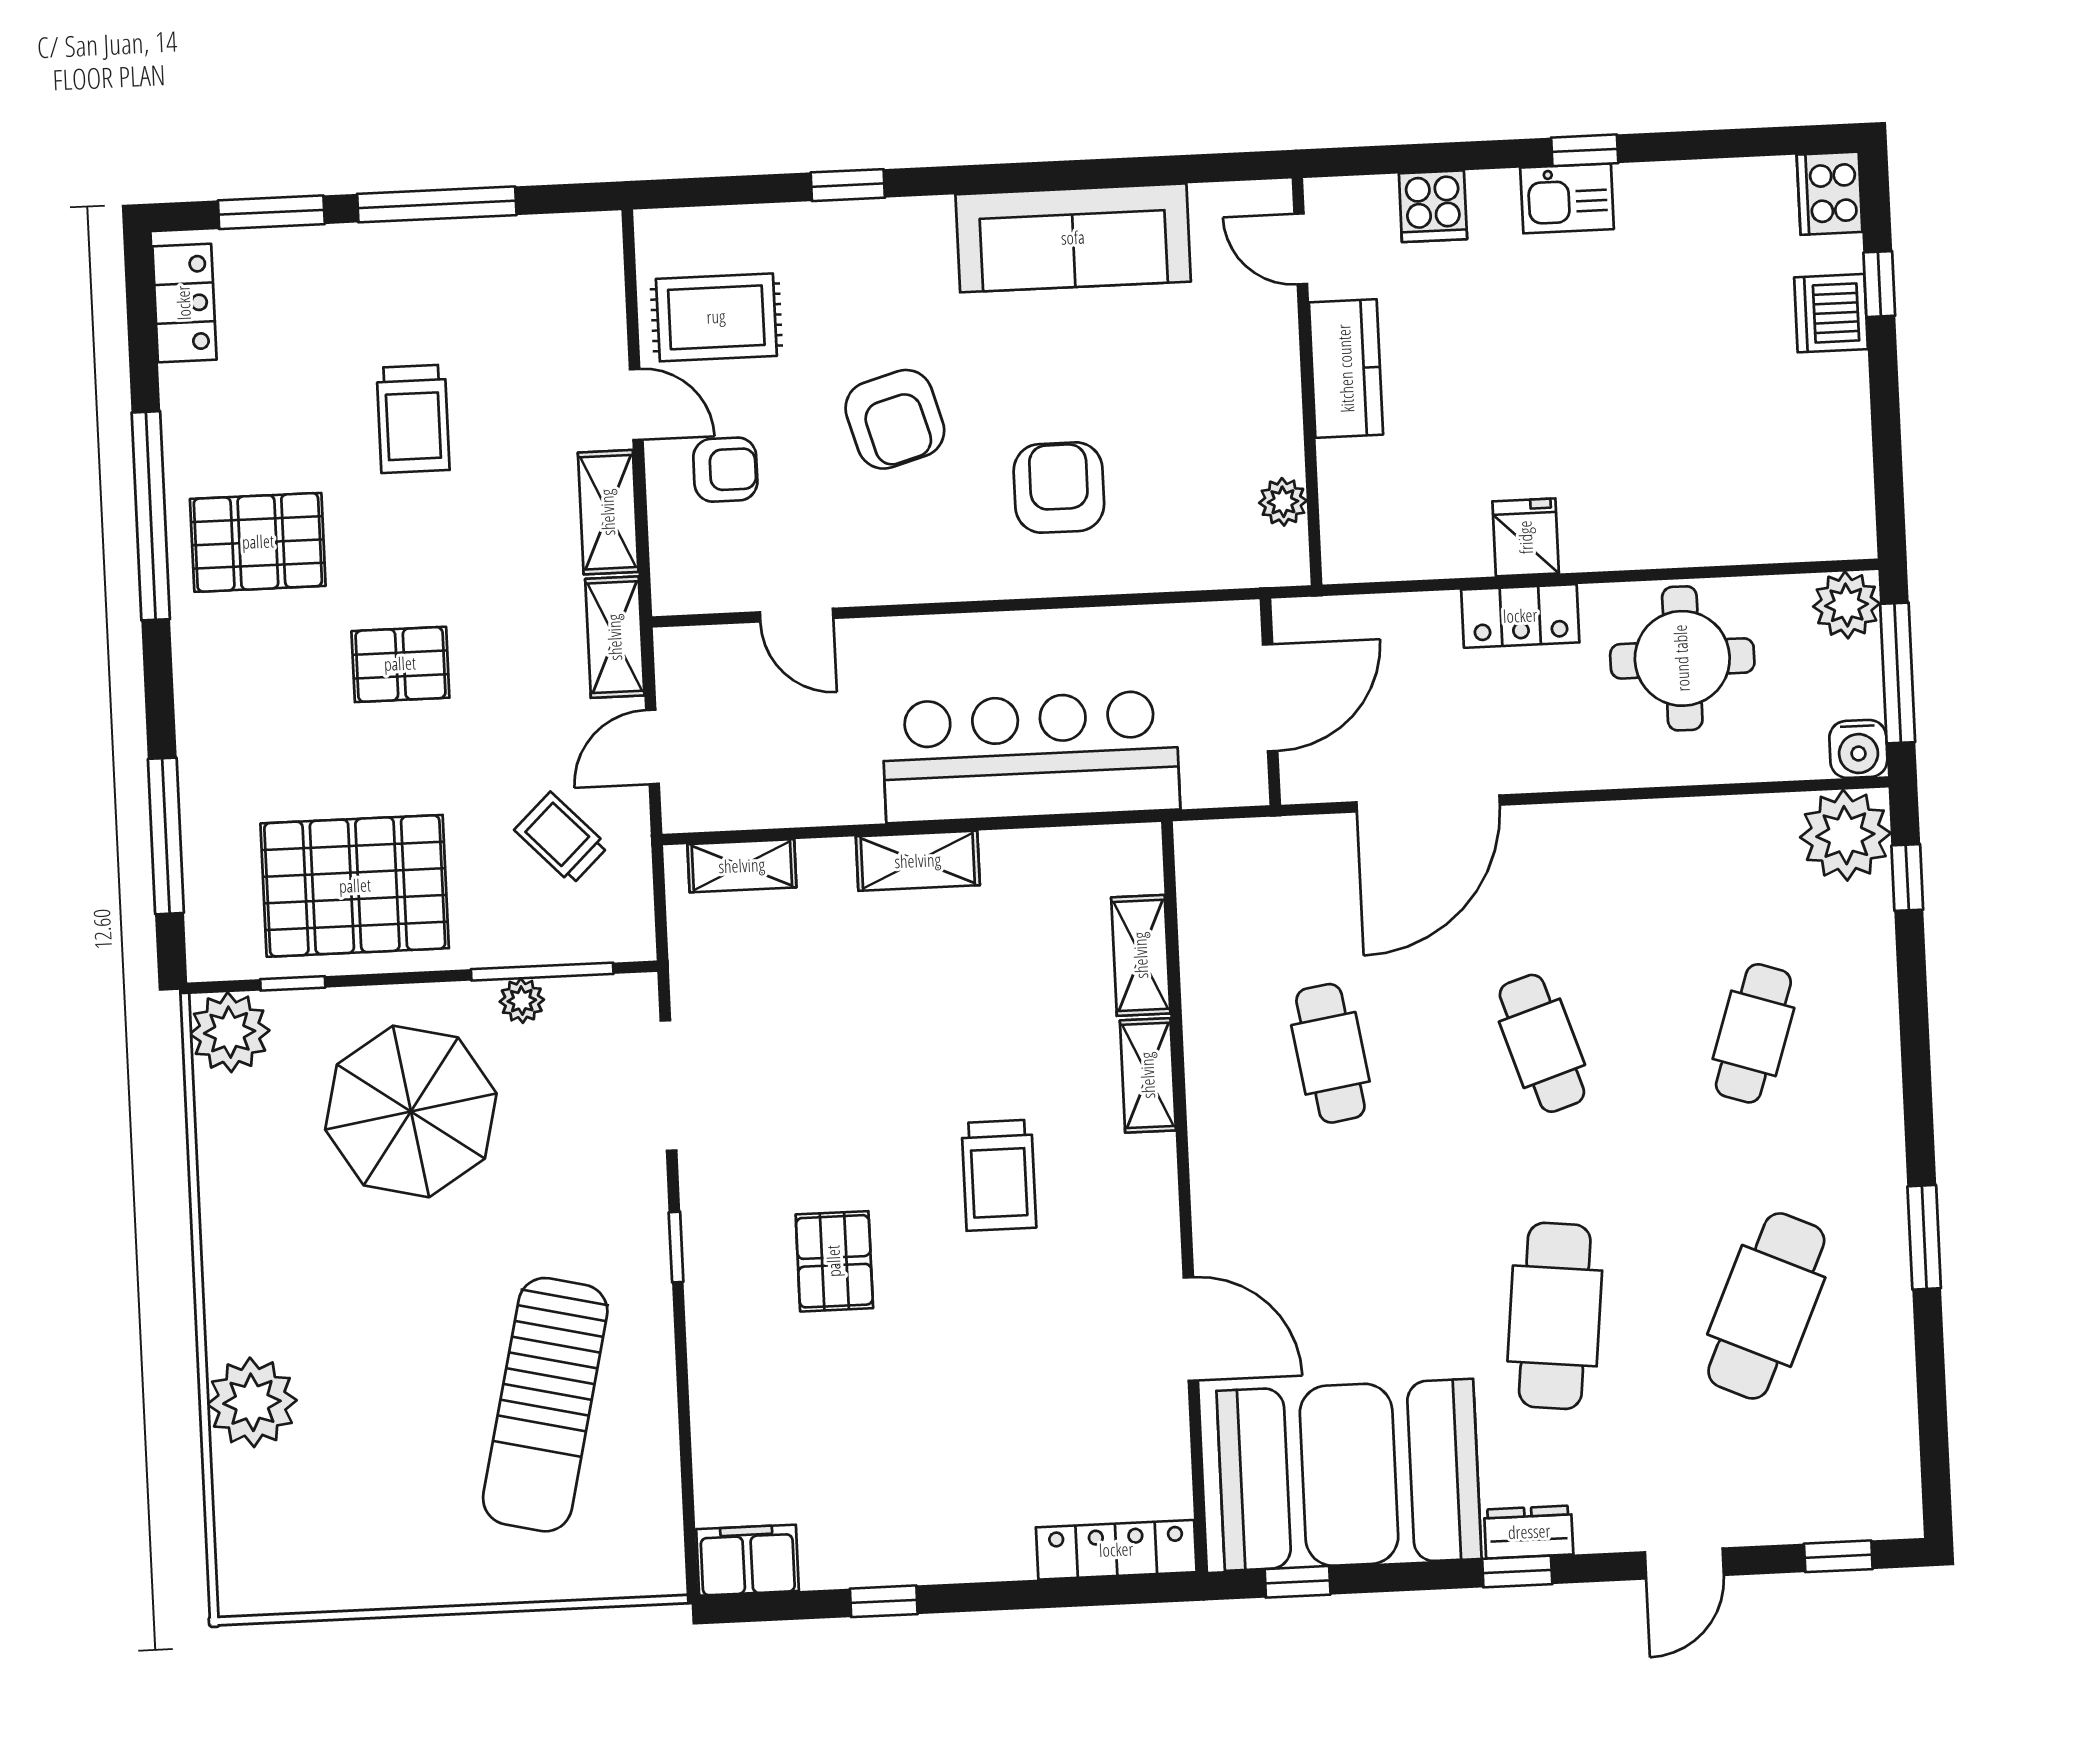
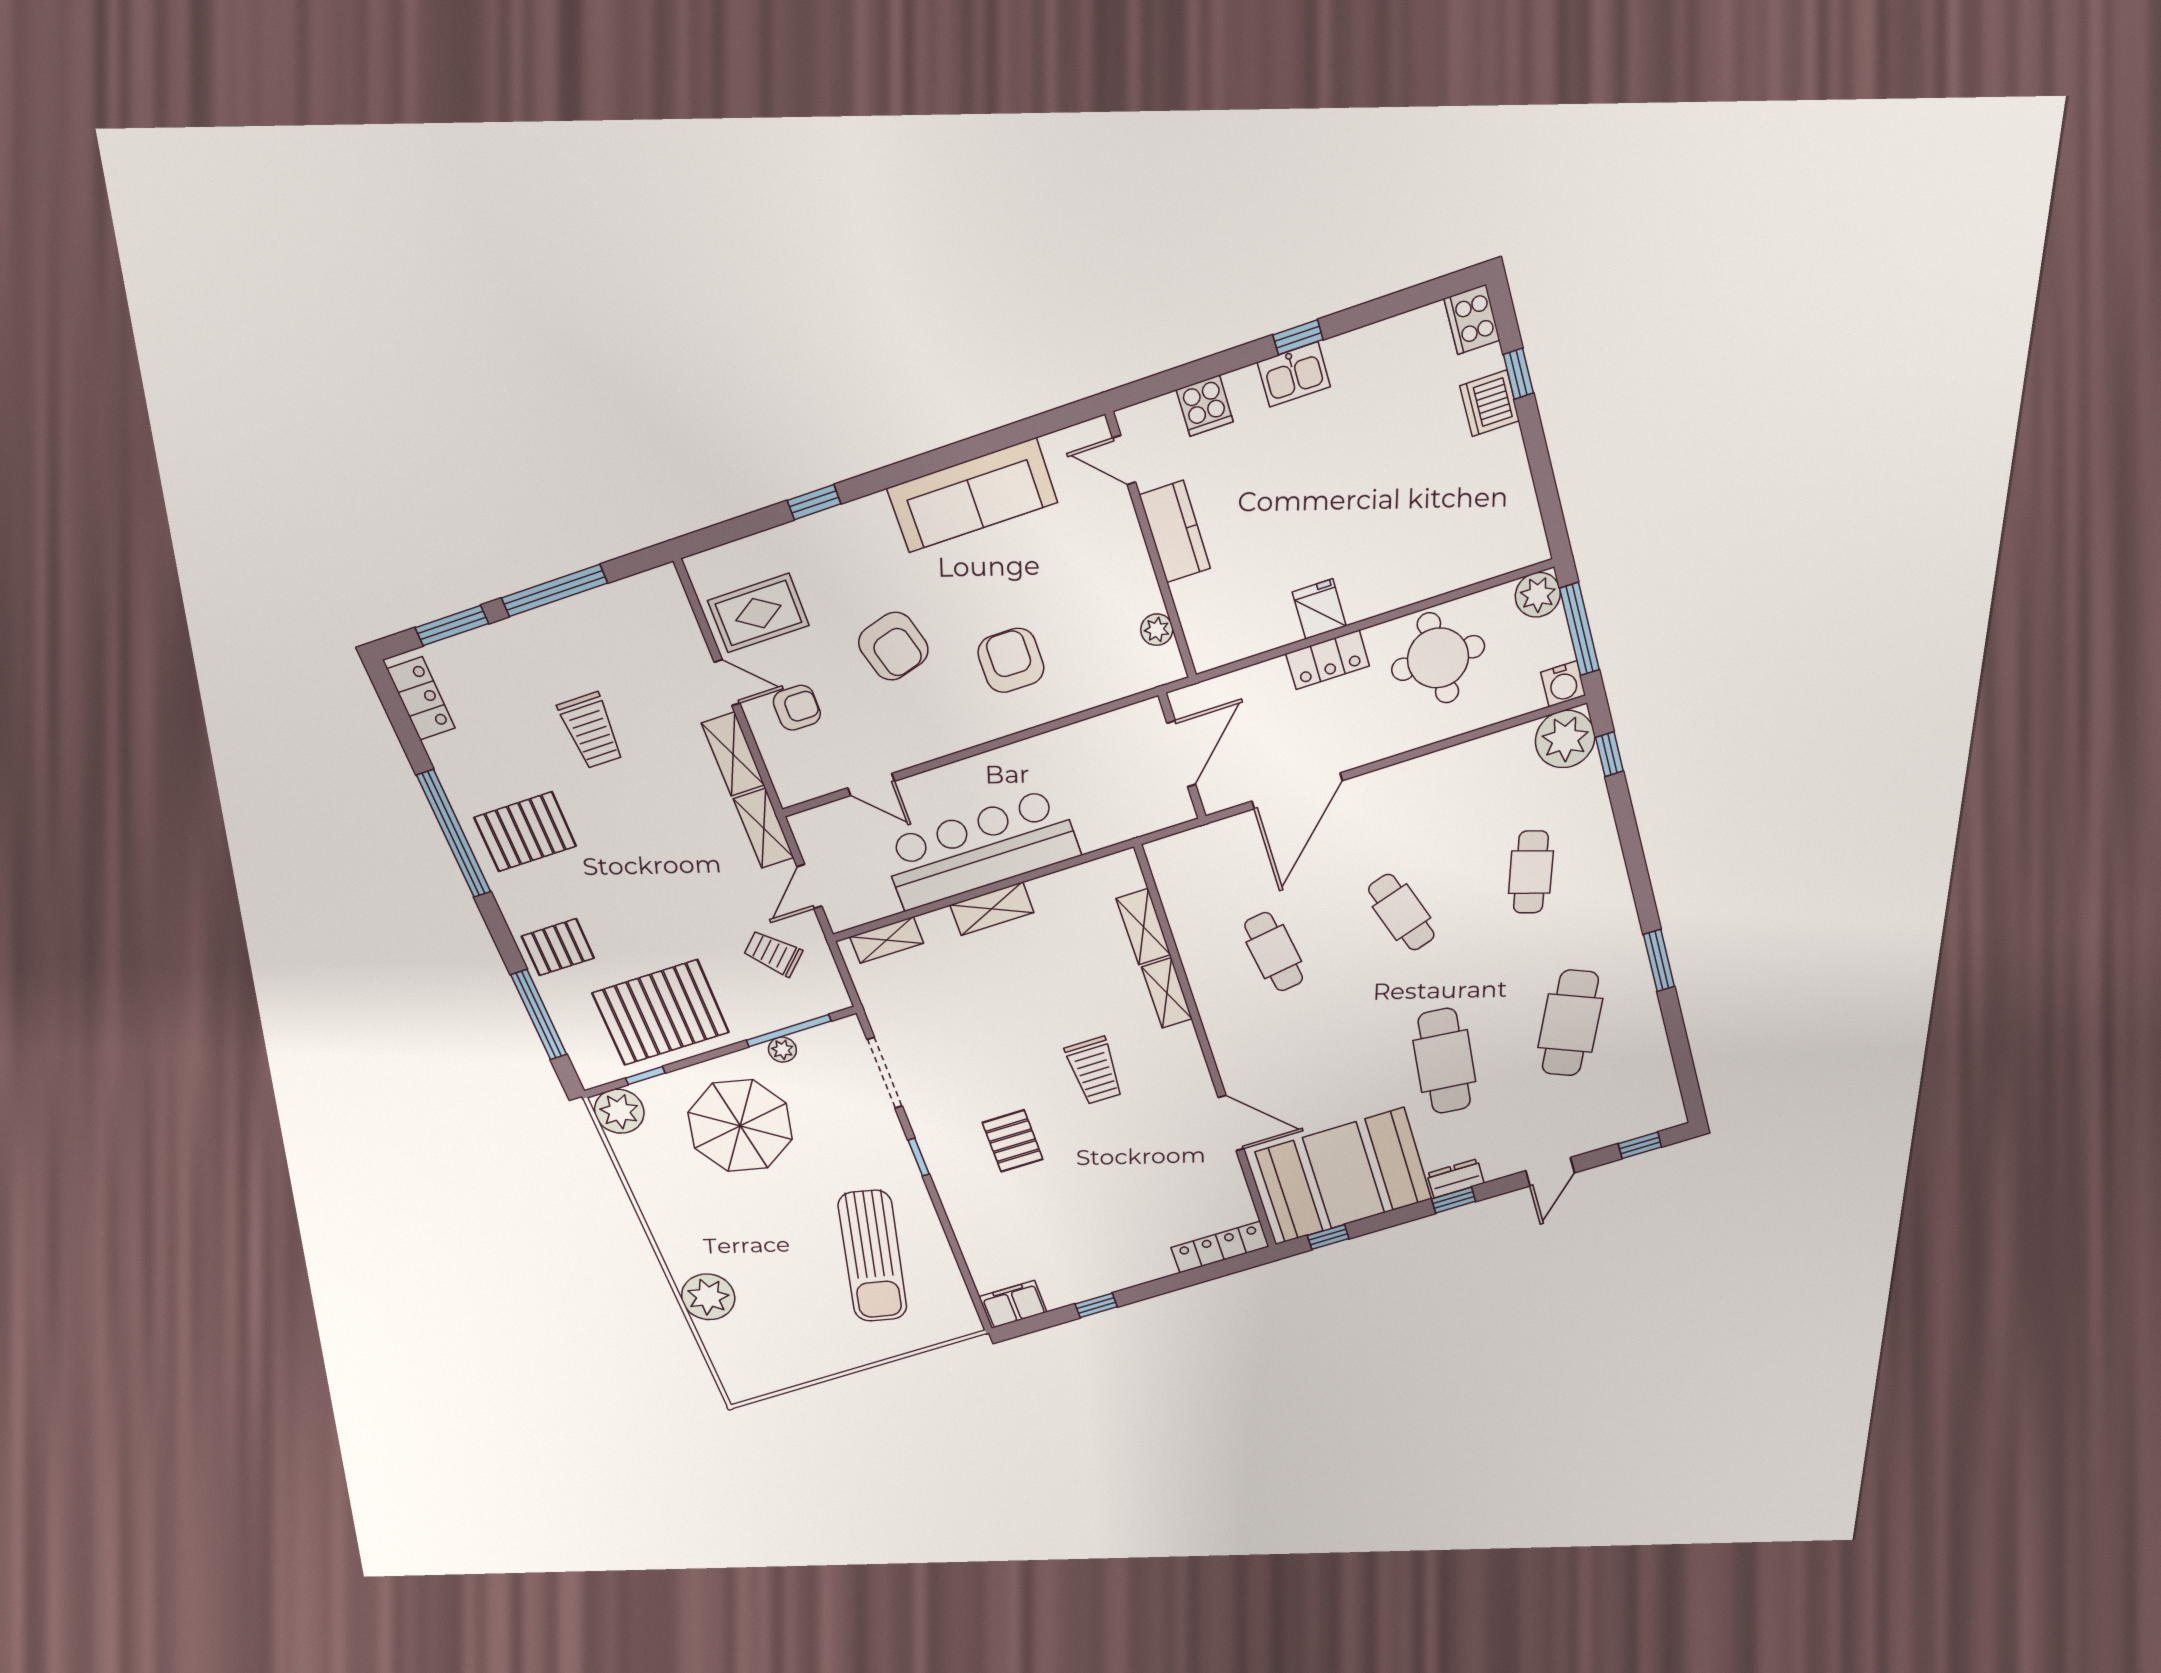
pallet: (400, 664) -> (558, 947), moved
bar counter: (1031, 757) -> (980, 849), moved

